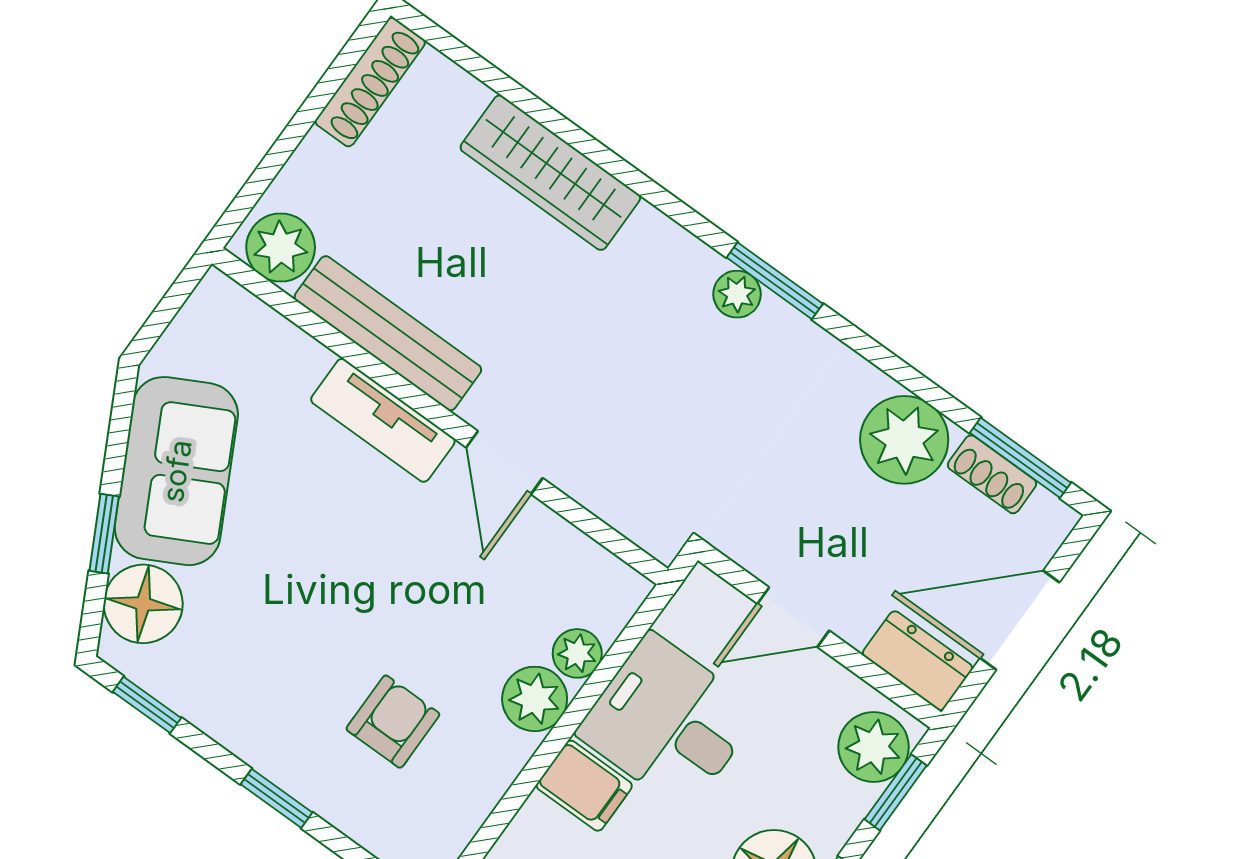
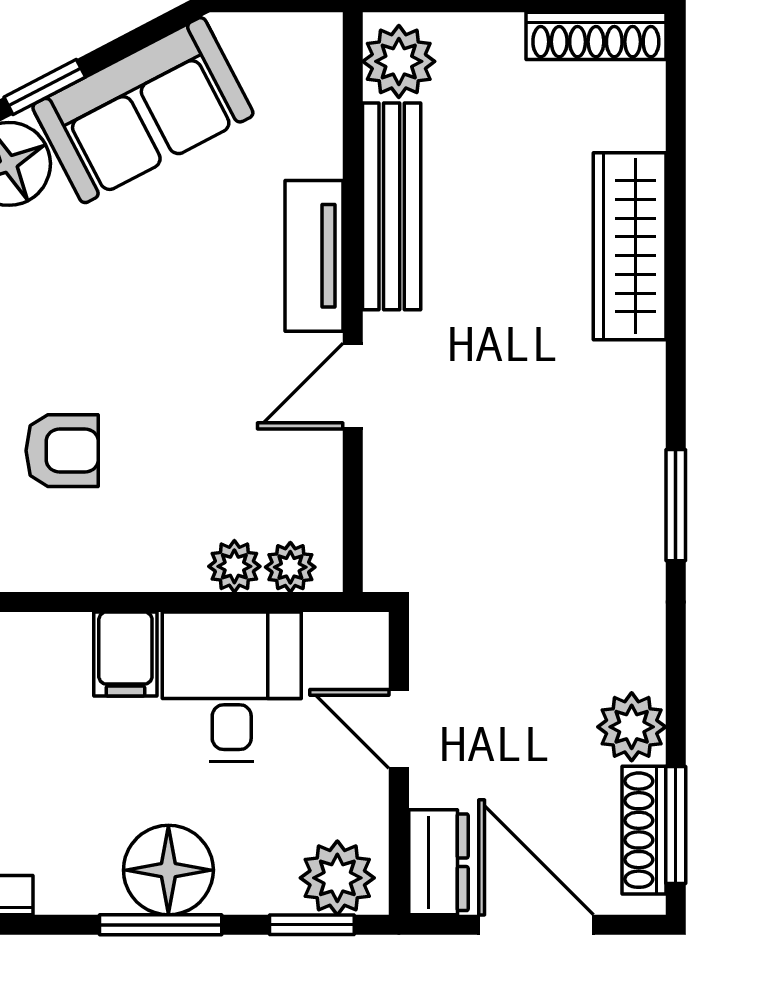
plant: (737, 294) -> (641, 481), removed
plant: (904, 440) -> (632, 727), width x0.73, depth x0.73
shoe rack: (992, 474) -> (644, 830), width x1.43
plant: (535, 699) -> (290, 567), moved, width x0.73, depth x0.73

